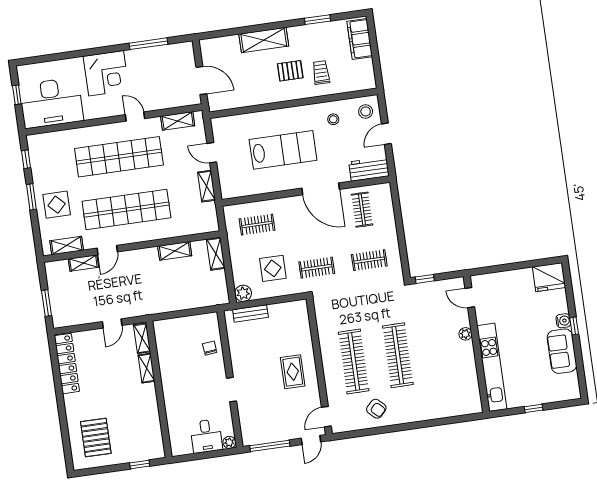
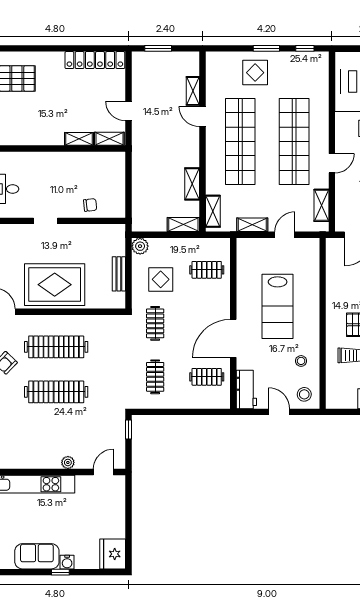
clothes rail: (257, 225) -> (207, 270), turned 90
shelving: (67, 246) -> (213, 211), moved
bench: (250, 313) -> (119, 274), moved
rug: (293, 372) -> (55, 285), width x1.86, depth x2.06

